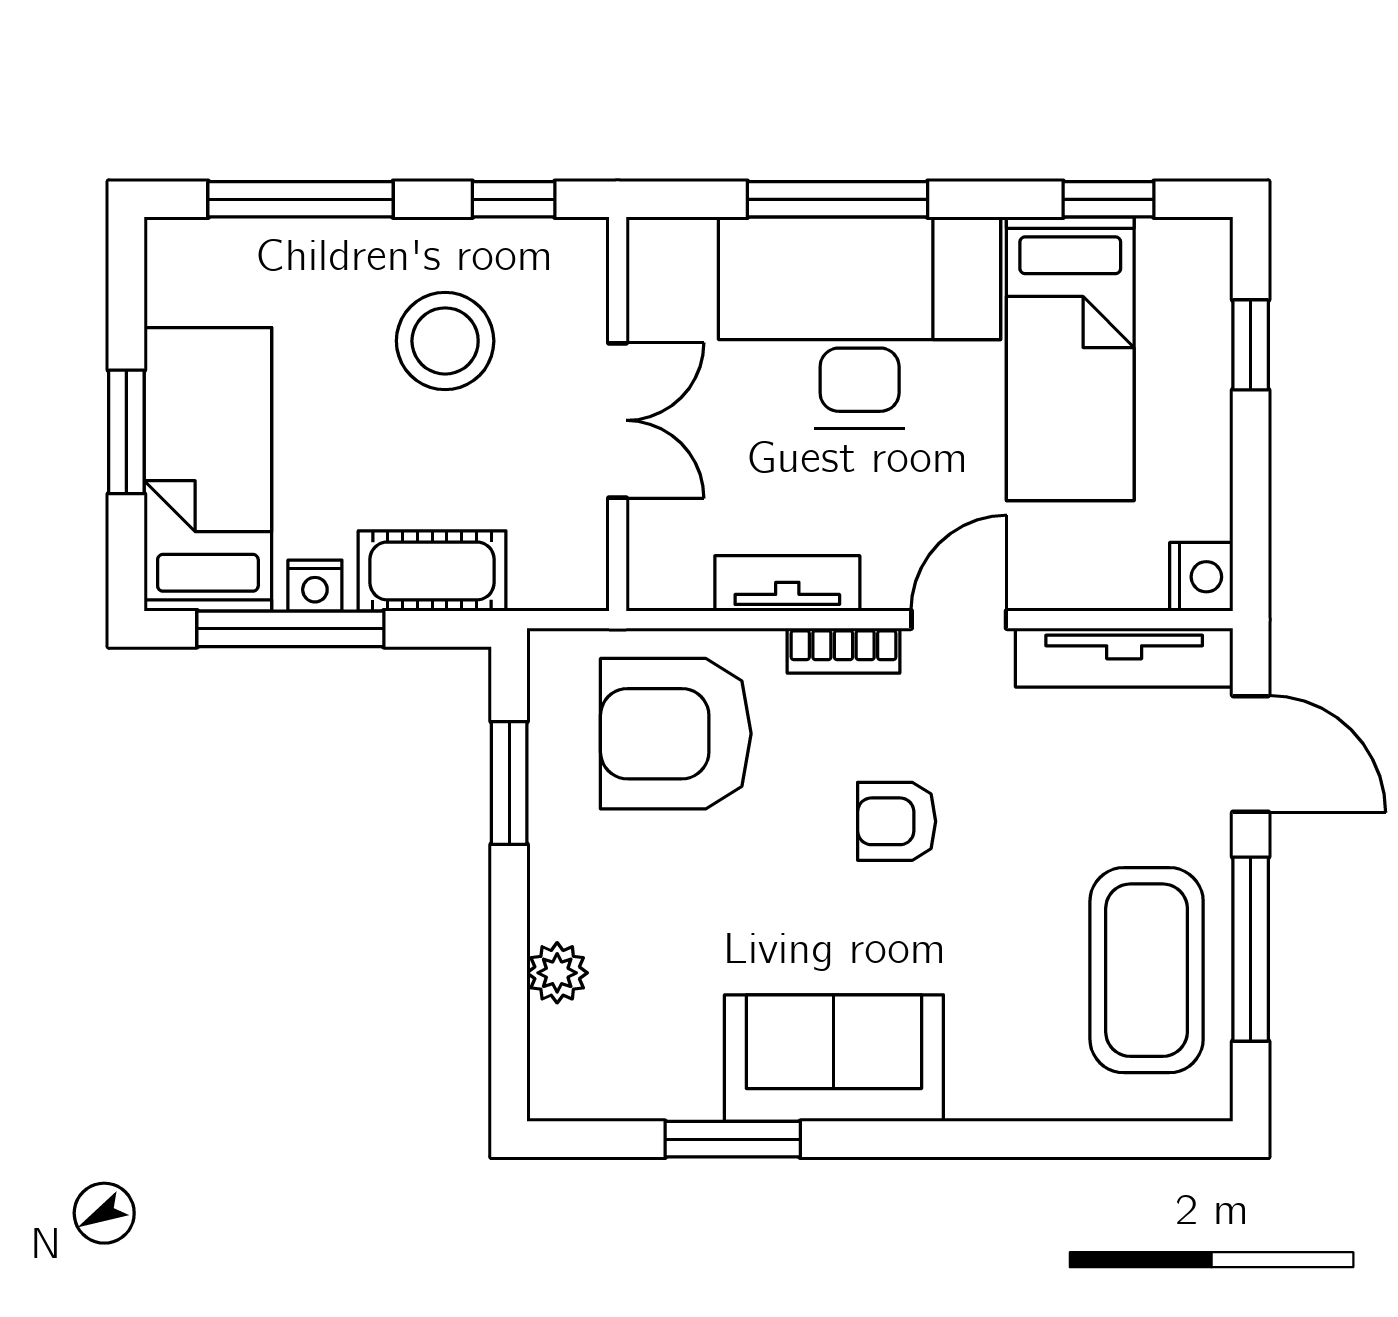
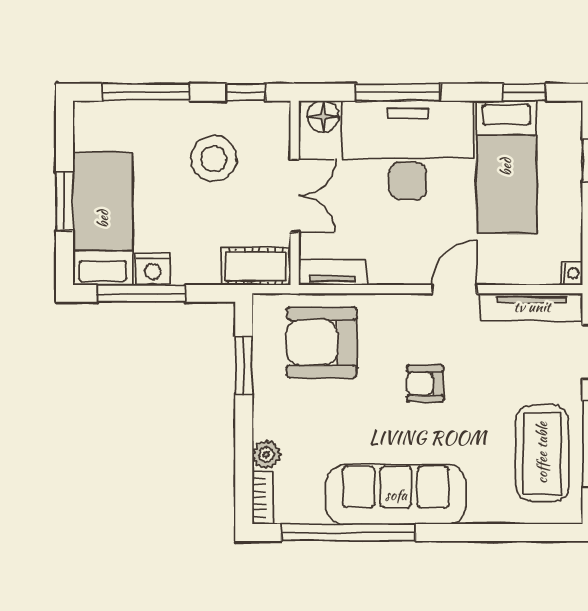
floor lamp: (679, 251) -> (323, 116), added
cot: (432, 571) -> (256, 266), moved
nightstand: (1201, 577) -> (572, 274), width x0.72, depth x0.74
tv unit: (787, 583) -> (332, 272), moved
nightstand: (315, 586) -> (153, 269), width x1.39, depth x1.35
bookcase: (844, 651) -> (263, 498), moved, turned -90
sofa: (834, 1058) -> (396, 495), width x1.36
window: (733, 1139) -> (348, 532), width x2.11

